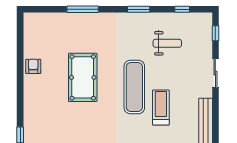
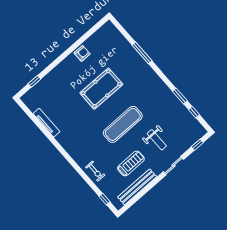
window: (139, 9) -> (180, 96), moved
weight bench: (167, 43) -> (157, 140), moved
treadmill: (161, 108) -> (131, 163), moved

